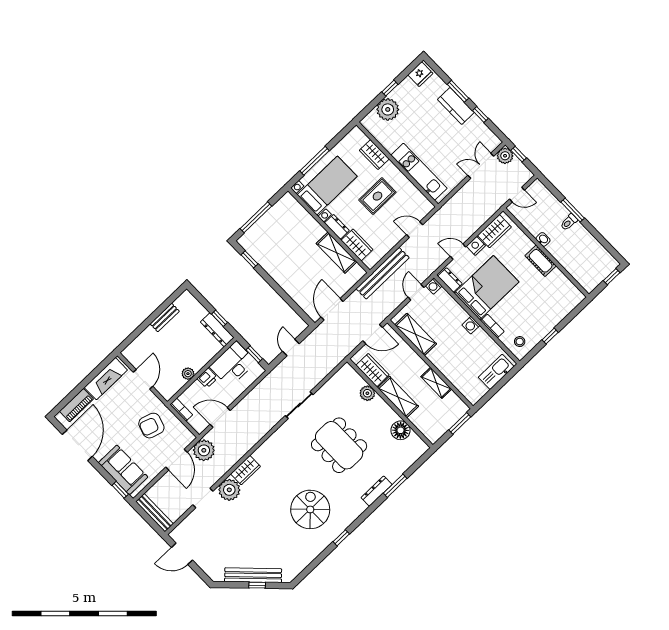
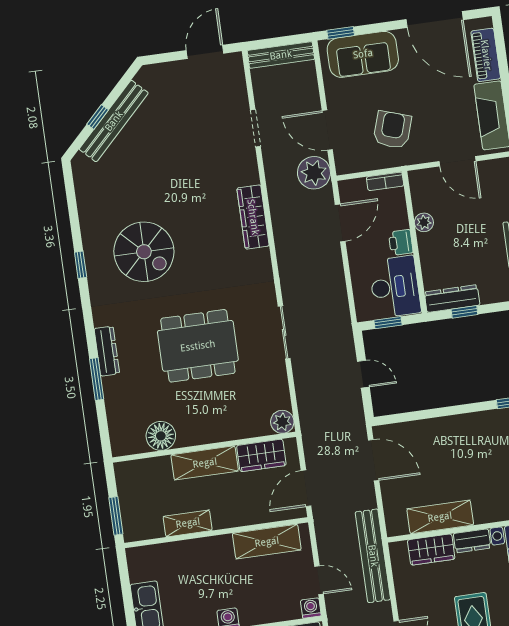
plant: (367, 393) -> (282, 422), moved
wardrobe: (245, 470) -> (253, 217), width x1.50
plant: (229, 490) -> (242, 169), removed

